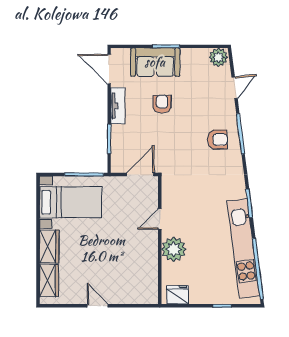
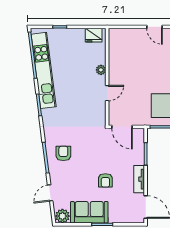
sofa: (155, 62) -> (89, 212), moved
armchair: (217, 140) -> (63, 153), turned 90
door: (140, 174) -> (122, 127), hinge flipped
plant: (174, 249) -> (101, 70), width x0.53, depth x0.53

